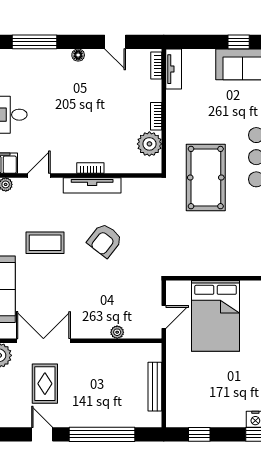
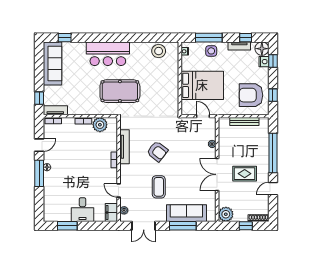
window: (34, 42) -> (39, 173), moved
window: (239, 42) -> (39, 98), moved
tv unit: (92, 185) -> (125, 147), moved
double door: (43, 341) -> (217, 174), moved
rug: (45, 384) -> (245, 174), moved
armchair: (199, 398) -> (251, 95), added

